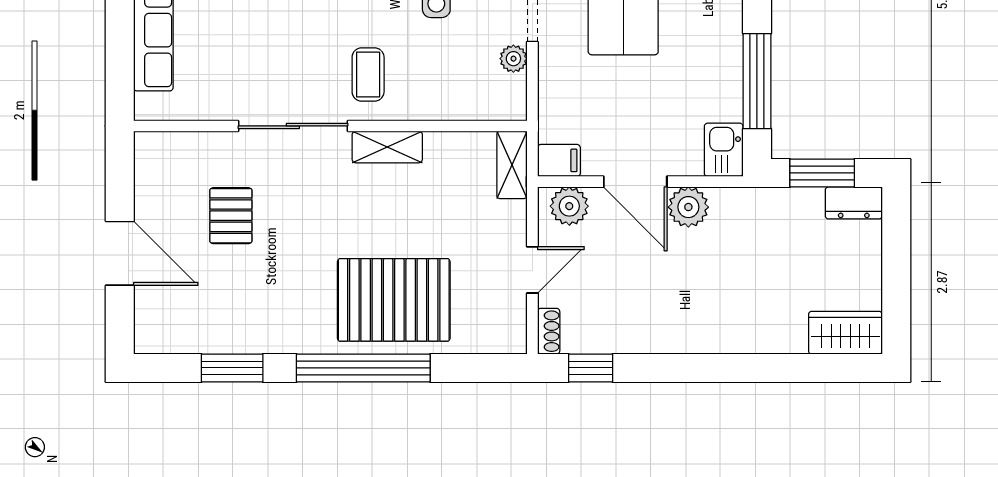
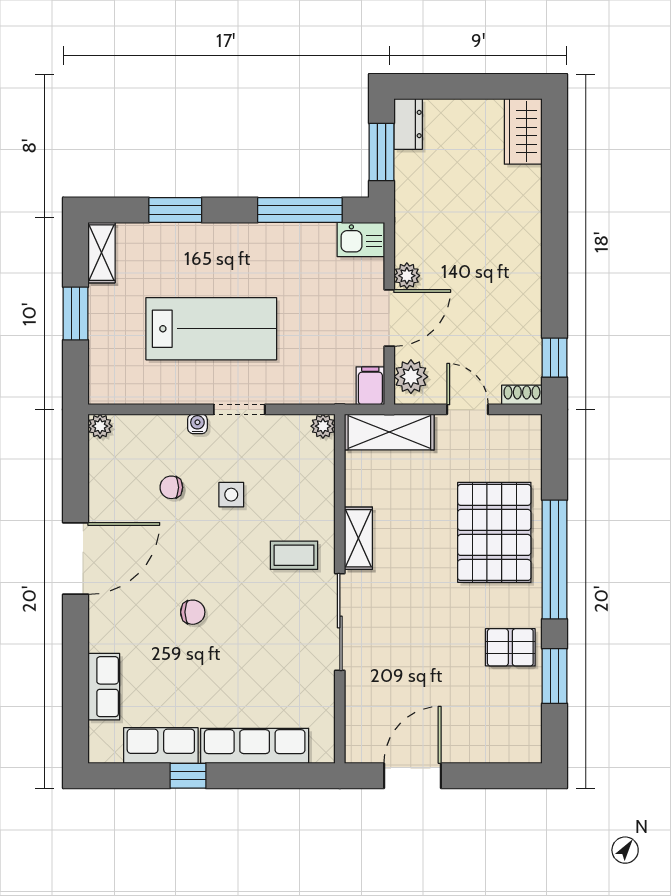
plant: (513, 59) -> (323, 426), moved
shelving: (512, 165) -> (389, 432), width x1.50, depth x1.33
plant: (688, 207) -> (407, 276), width x0.73, depth x0.73
pallet: (231, 216) -> (510, 647), moved
door: (120, 253) -> (412, 776), moved

